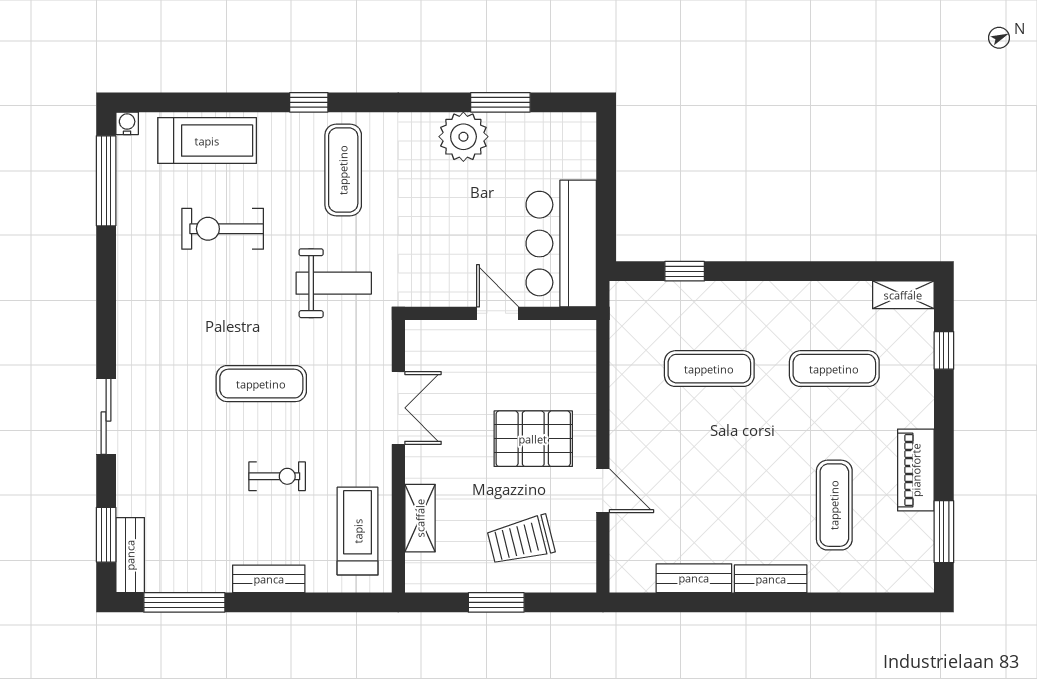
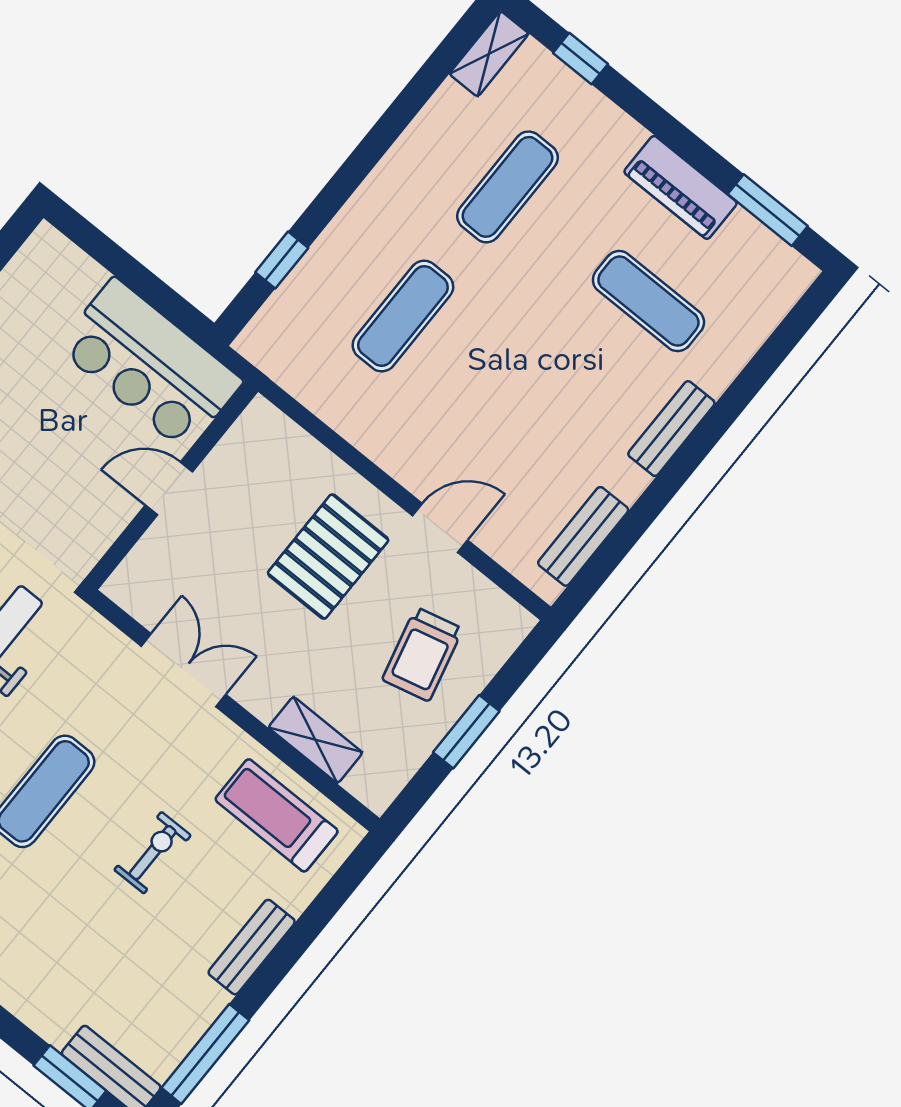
bench: (694, 578) -> (583, 536), moved

